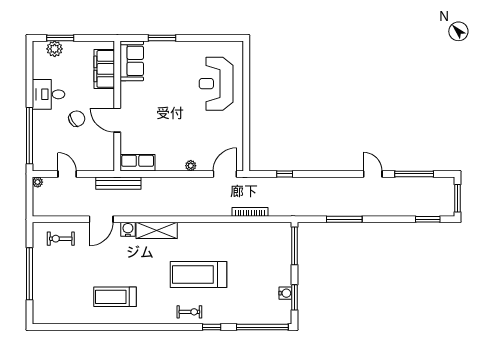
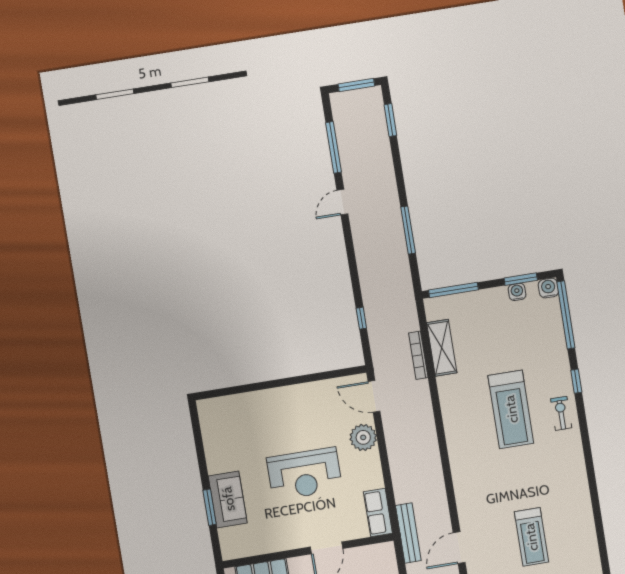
sofa: (132, 61) -> (228, 499), moved, turned 90
reception desk: (216, 84) -> (304, 474), moved
plant: (191, 166) -> (363, 437), width x1.88, depth x1.88
door: (101, 219) -> (459, 548), swing flipped
water cooler: (128, 229) -> (548, 288), moved, turned 90
shelving: (157, 230) -> (442, 348), moved
treadmill: (115, 297) -> (531, 537), moved

